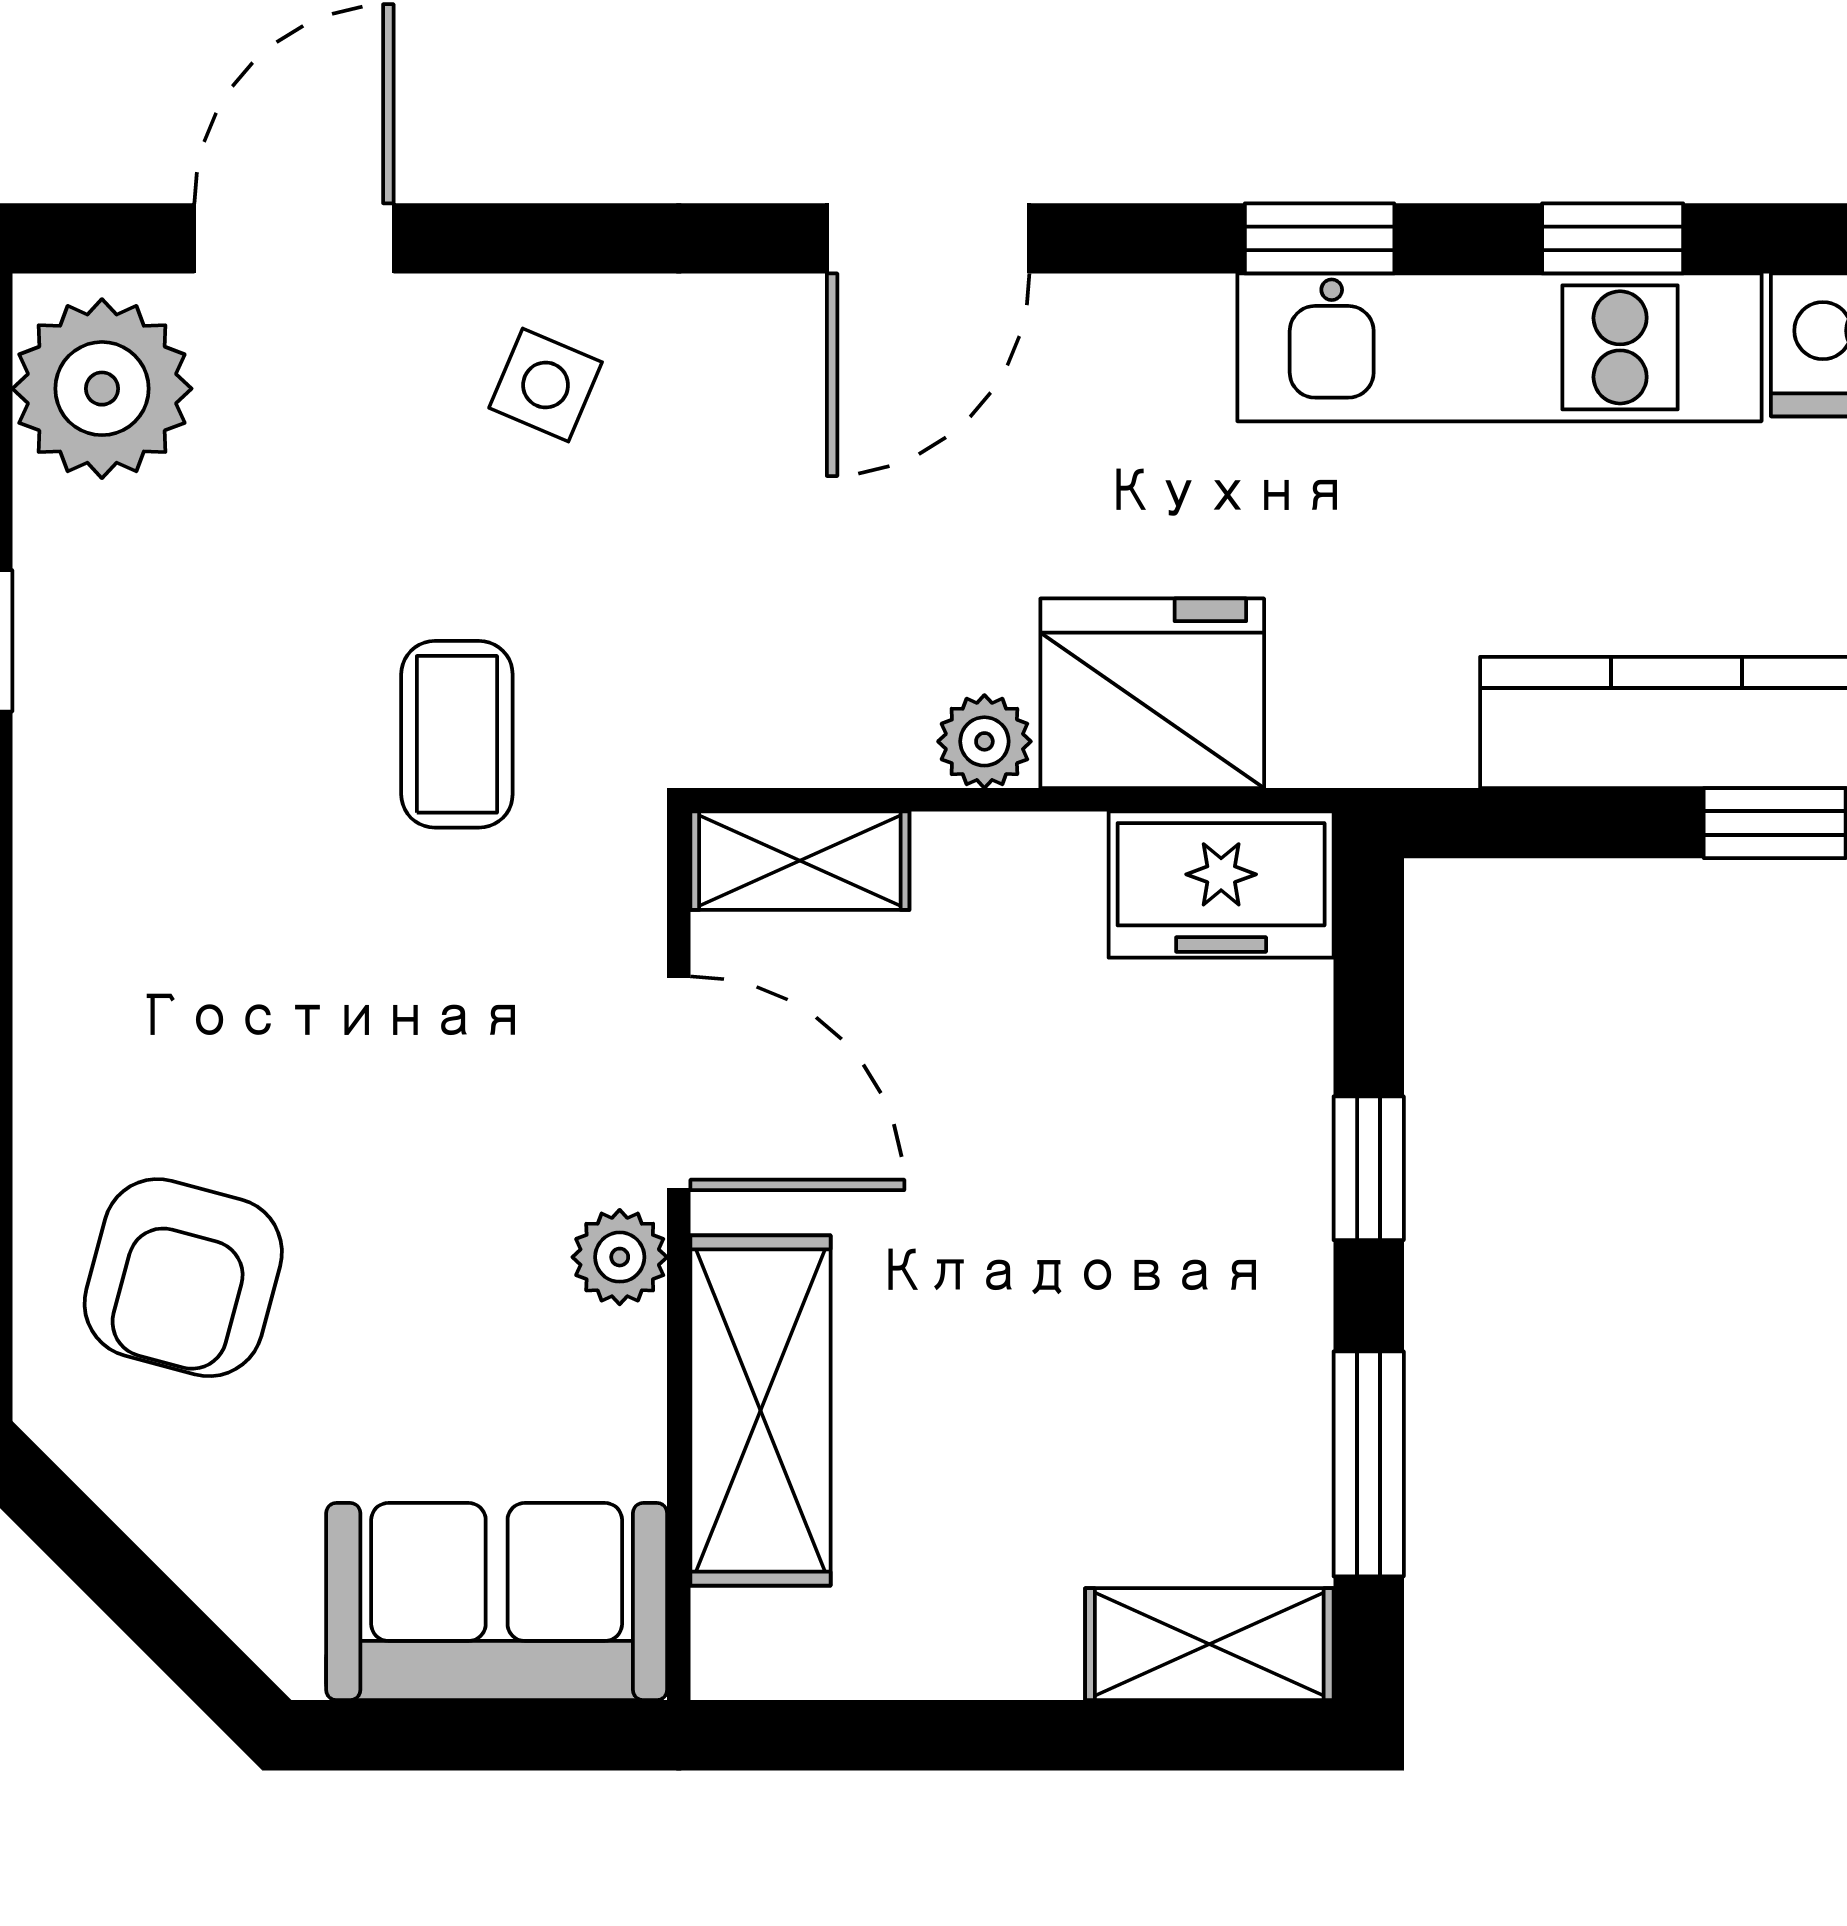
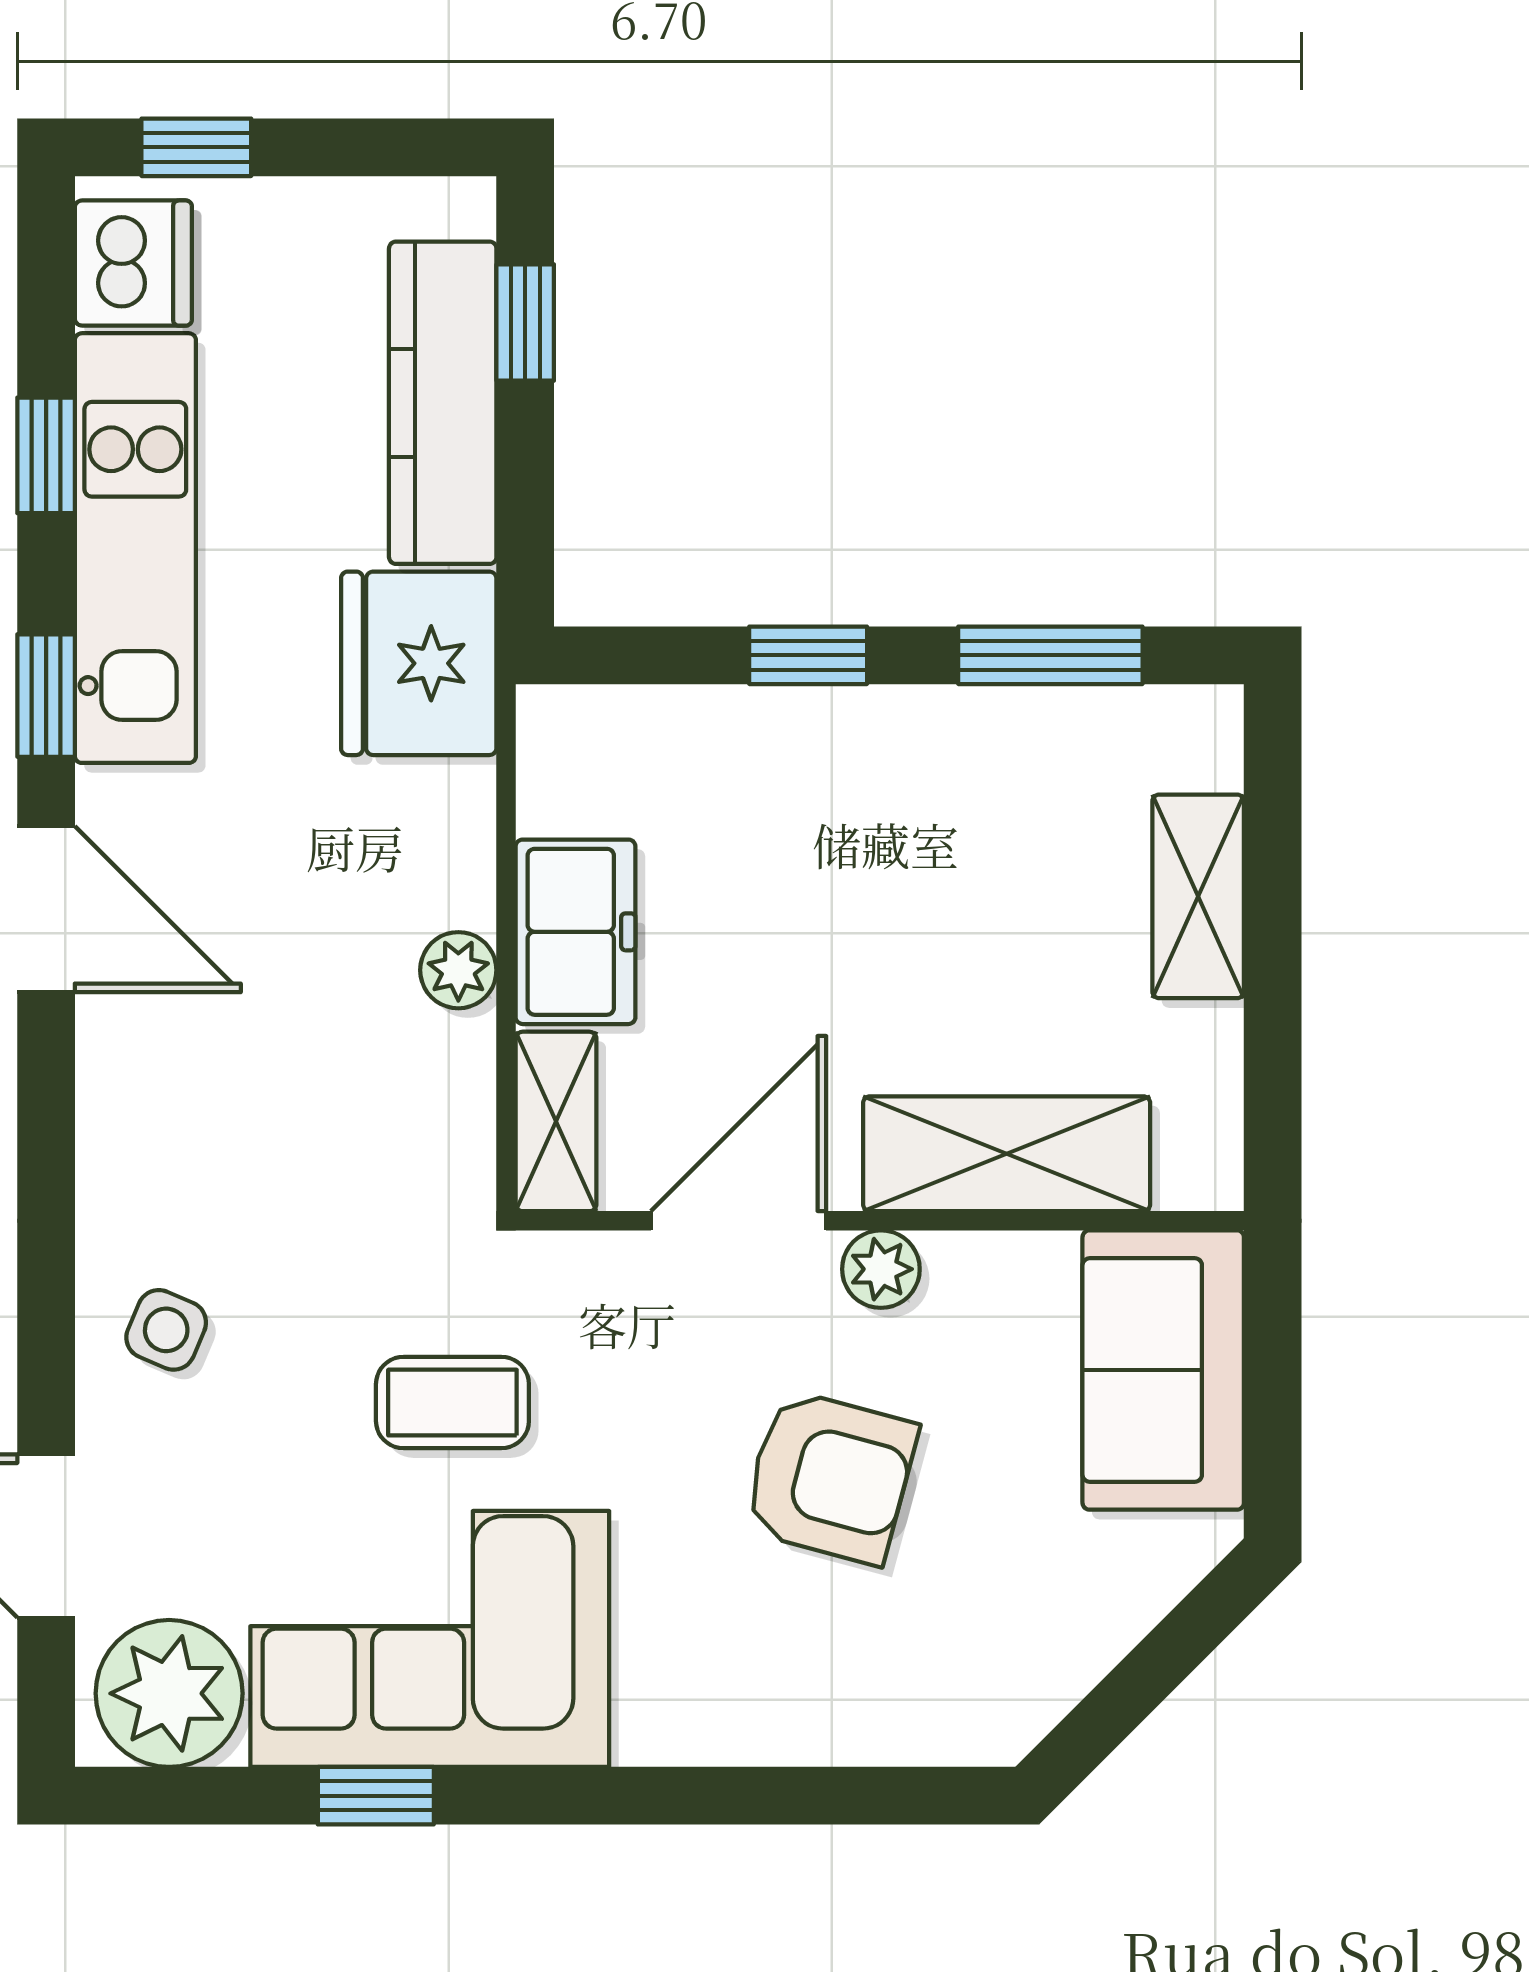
door: (928, 238) -> (46, 909), moved
fridge: (1152, 693) -> (419, 663), moved
corner sofa: (168, 707) -> (430, 1639), added
freezer: (1221, 885) -> (576, 932), moved
armchair: (183, 1278) -> (830, 1477), moved
shelving: (1209, 1644) -> (1198, 896), moved

